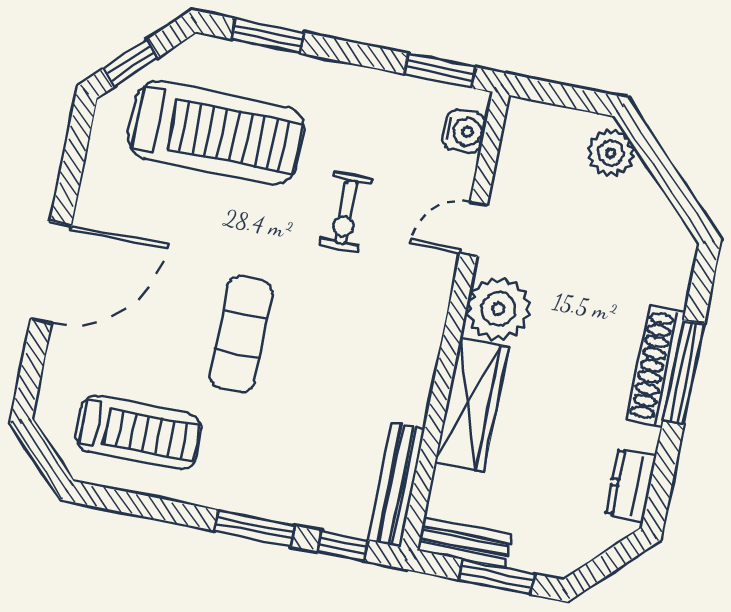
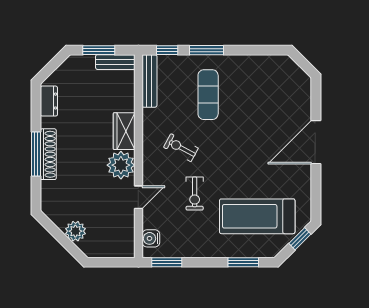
plant: (611, 153) -> (75, 231), moved
exercise bike: (346, 212) -> (195, 194), turned 180
exercise bike: (356, 321) -> (181, 148), added
exercise mat: (241, 334) -> (208, 95), moved
wardrobe: (472, 405) -> (124, 131), width x0.67
treadmill: (139, 432) -> (264, 81), removed

